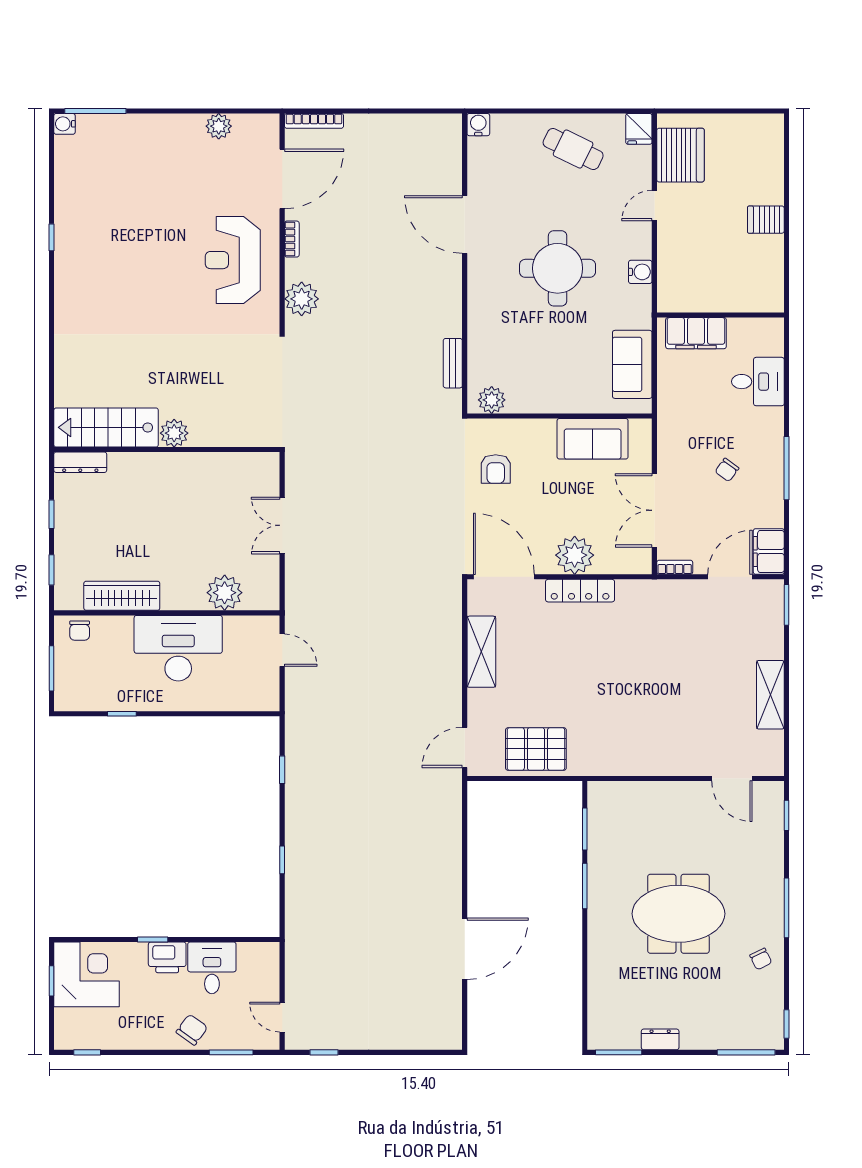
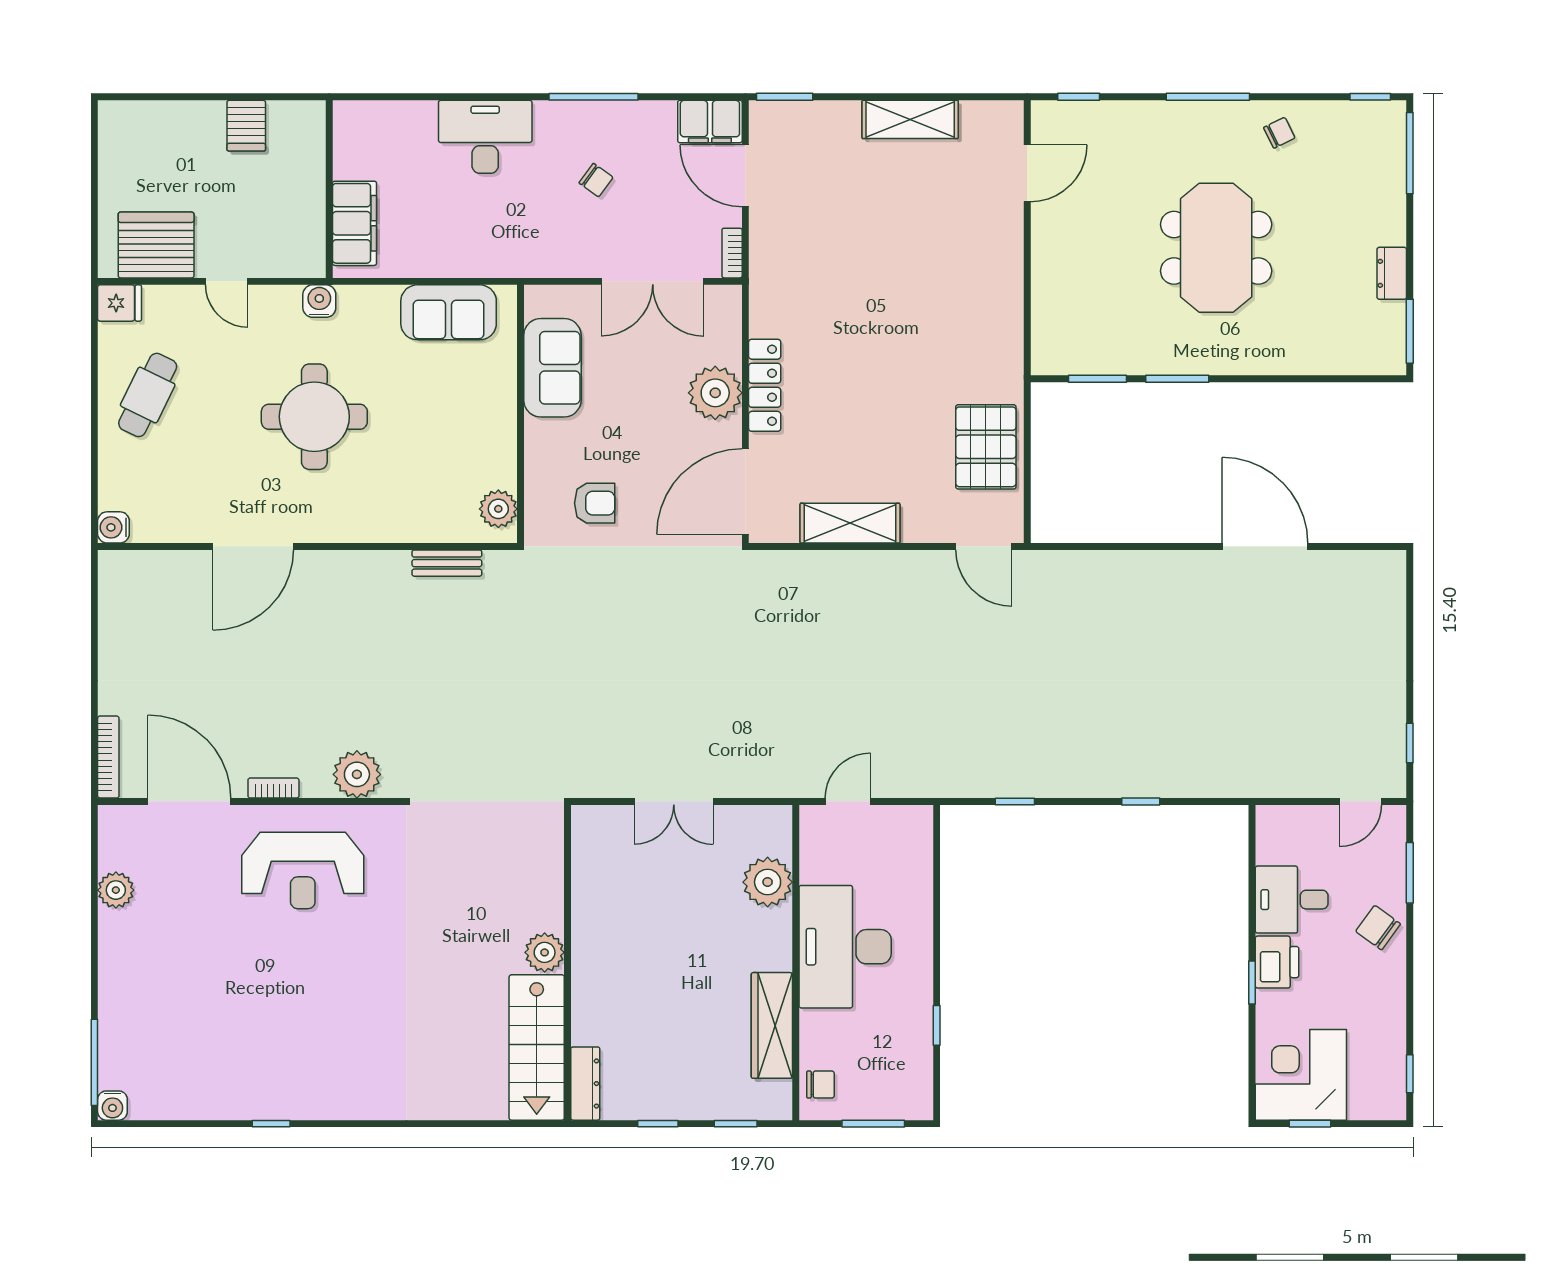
wall: (720, 315) -> (329, 189), moved
filing cabinet: (696, 333) -> (355, 223), moved
desk: (758, 382) -> (485, 137), width x1.37

